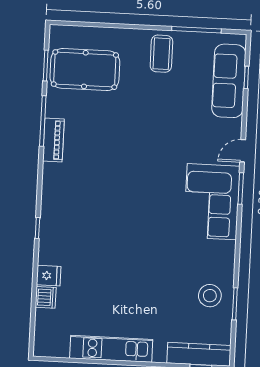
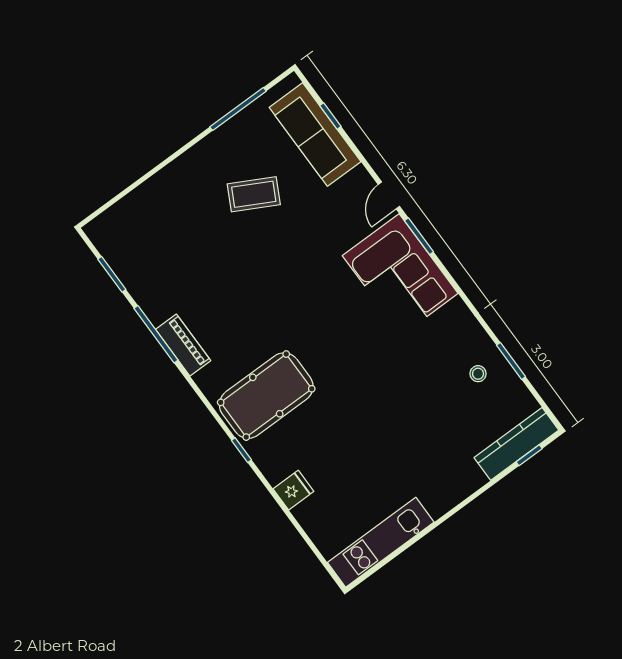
coffee table: (161, 54) -> (254, 194), moved, turned -62
pool table: (85, 70) -> (266, 396), moved
stool: (210, 296) -> (478, 374), width x0.53, depth x0.53
dishwasher: (46, 297) -> (309, 515), removed
kitchen unit: (111, 349) -> (381, 542), moved

